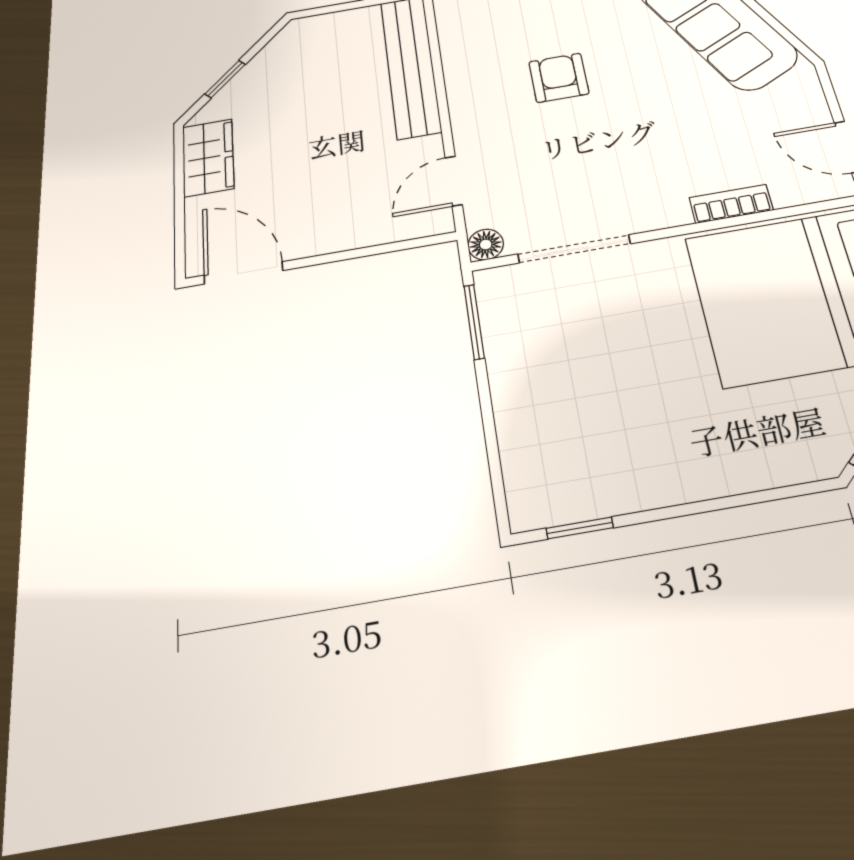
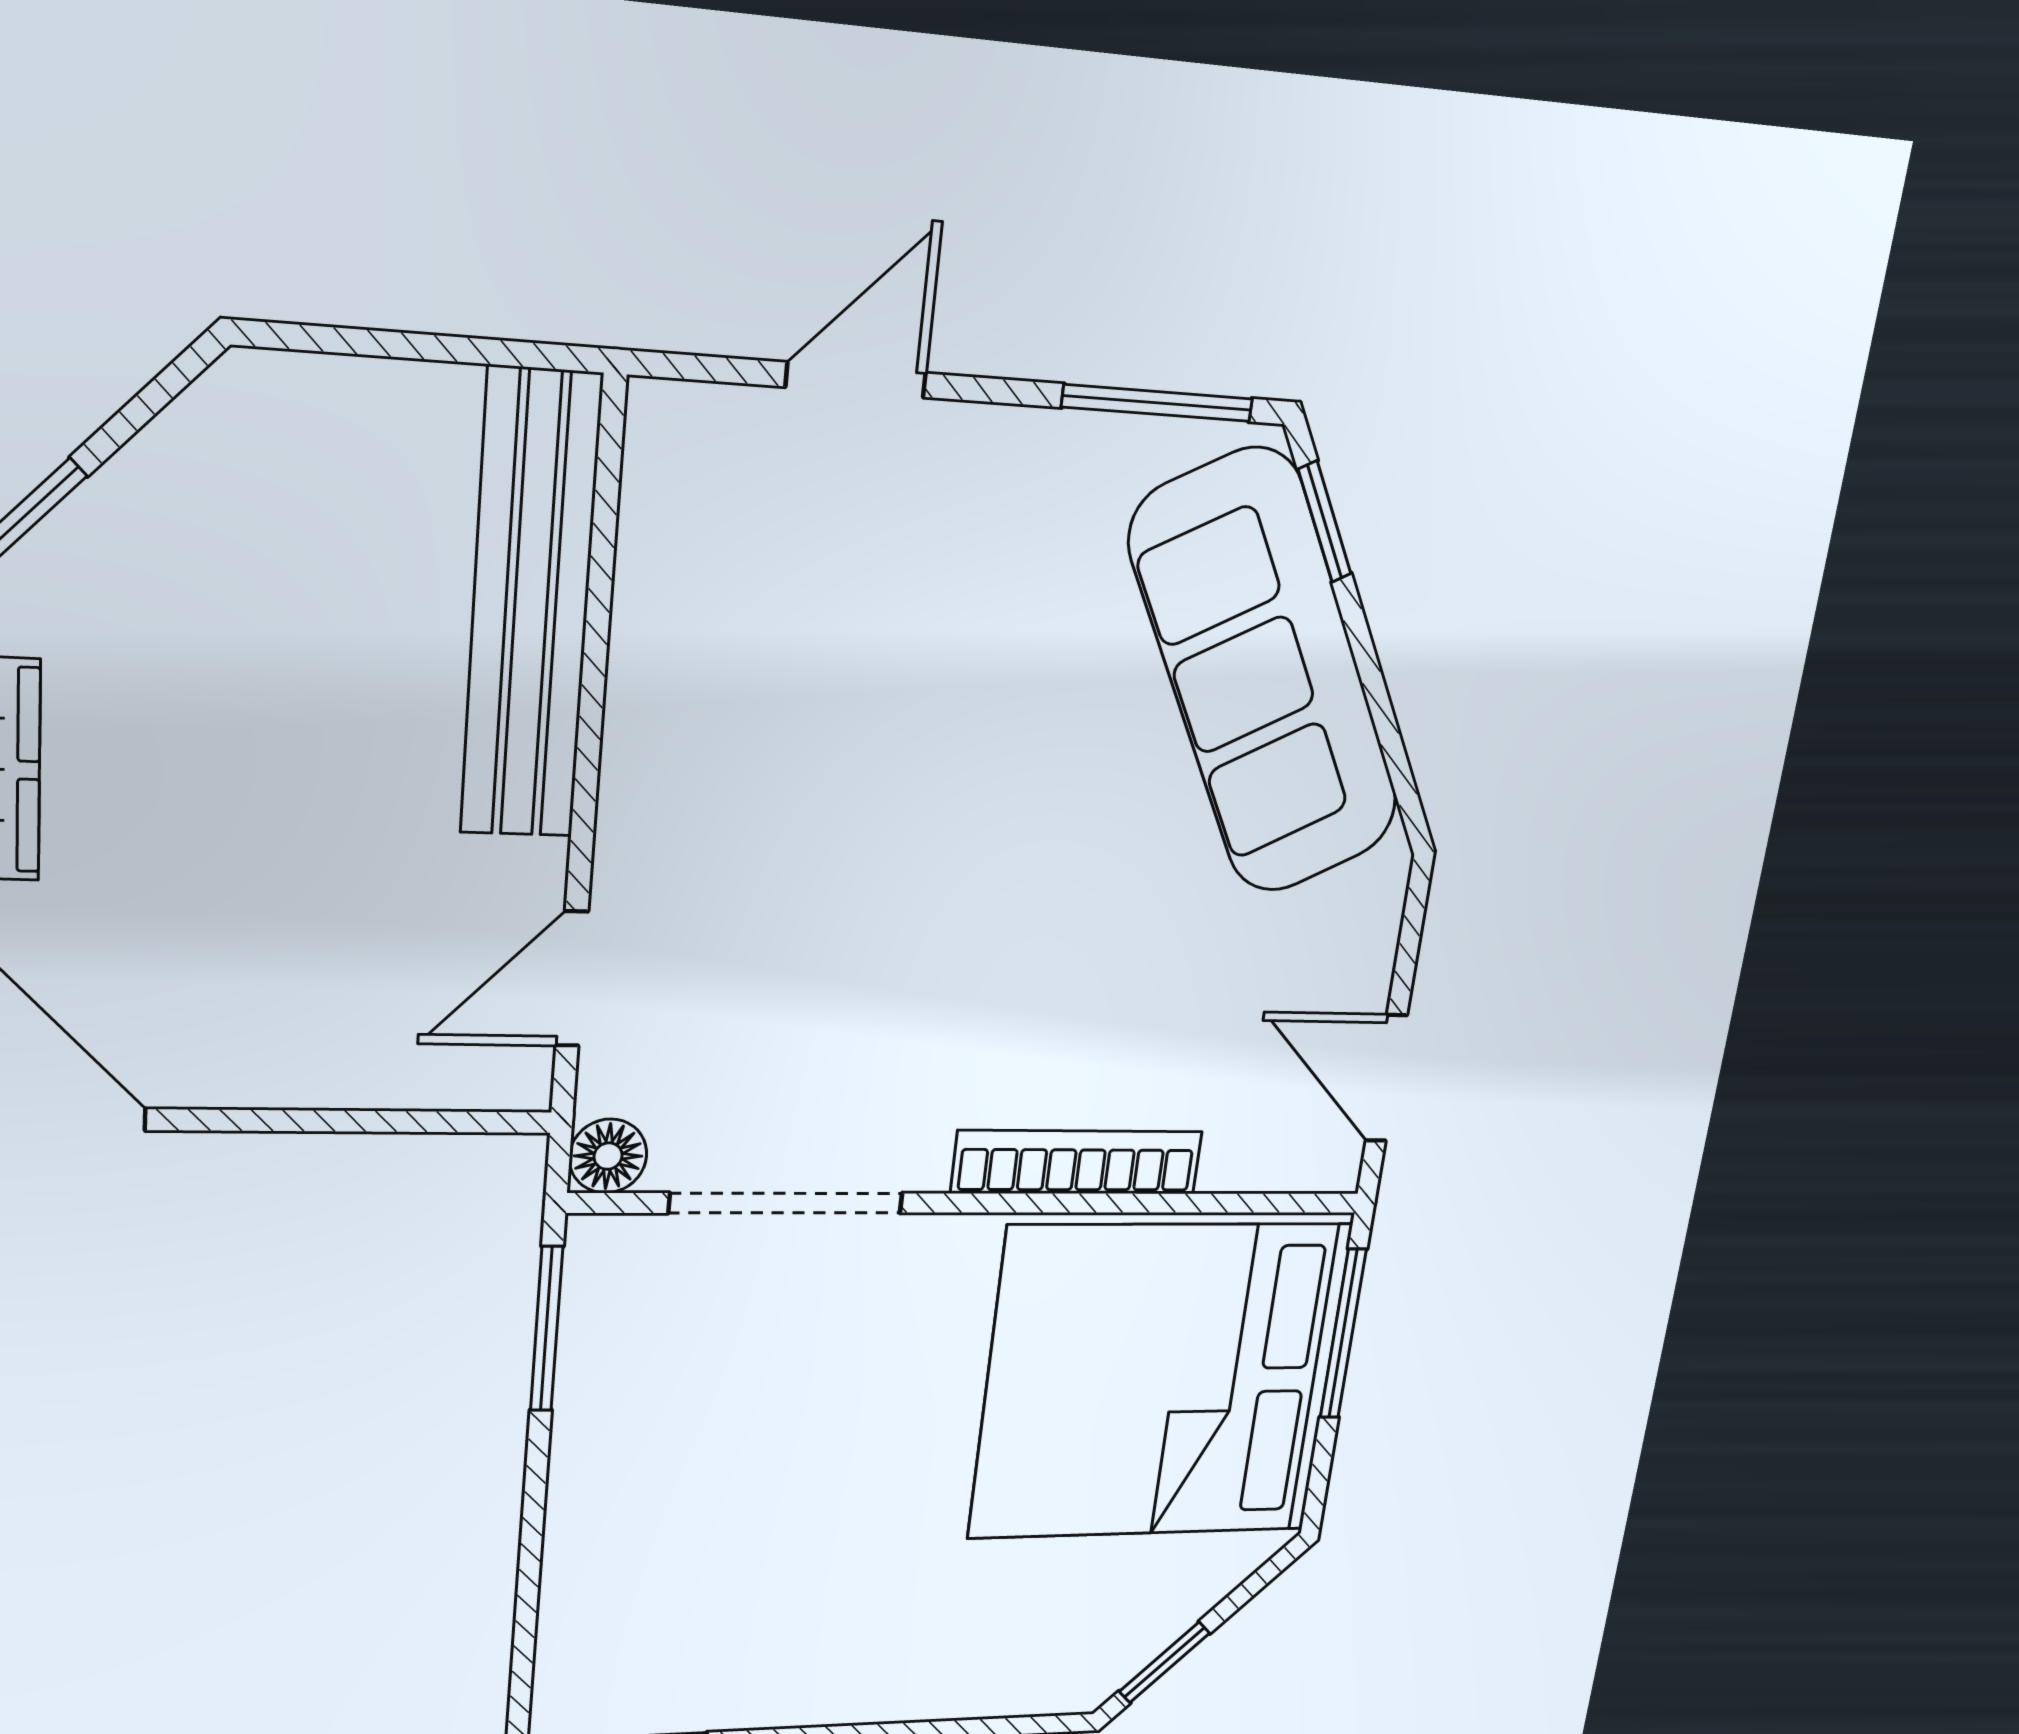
armchair: (559, 78) -> (875, 744), removed
bookcase: (731, 204) -> (1077, 1162), width x1.56

